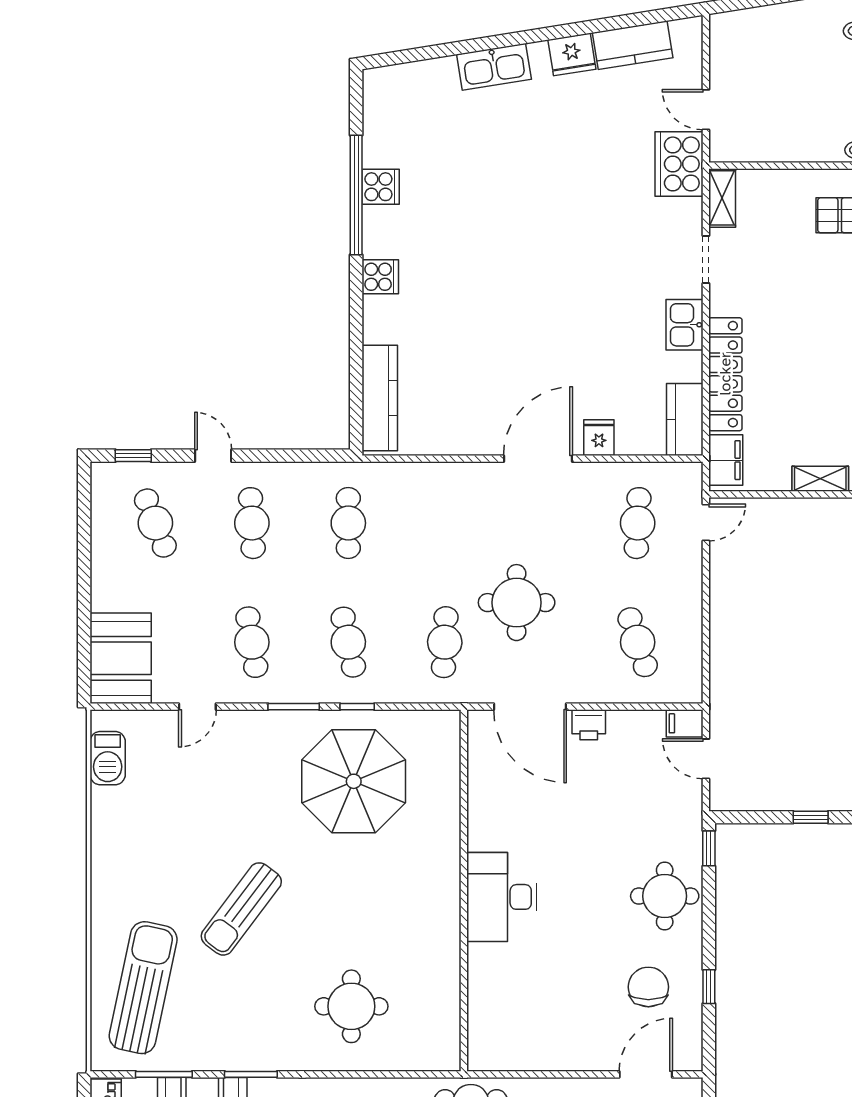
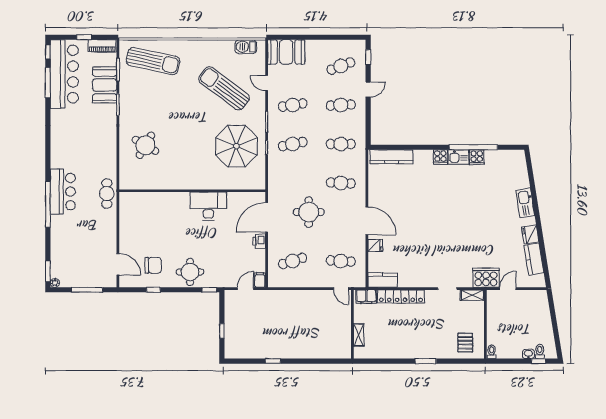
kitchen sink: (685, 325) -> (459, 157), moved, turned 180
cafe table: (445, 642) -> (341, 183), moved
desk: (502, 897) -> (208, 206), moved
sun lounger: (241, 909) -> (224, 88), moved, width x1.36, depth x1.34
round table: (351, 1006) -> (145, 145), turned 30

